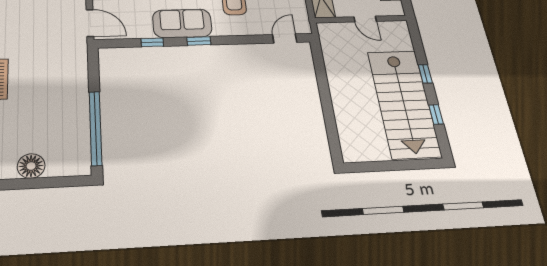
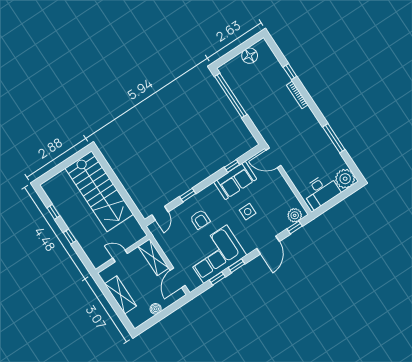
sofa: (182, 23) -> (235, 180), moved
window: (199, 41) -> (188, 195), moved
stairs: (404, 103) -> (99, 191), moved, turned 180

